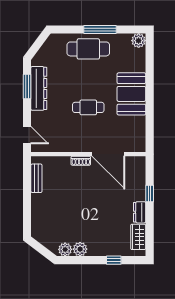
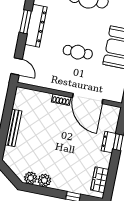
bench: (36, 178) -> (13, 128), moved, width x1.36
dresser: (140, 212) -> (109, 142), moved

